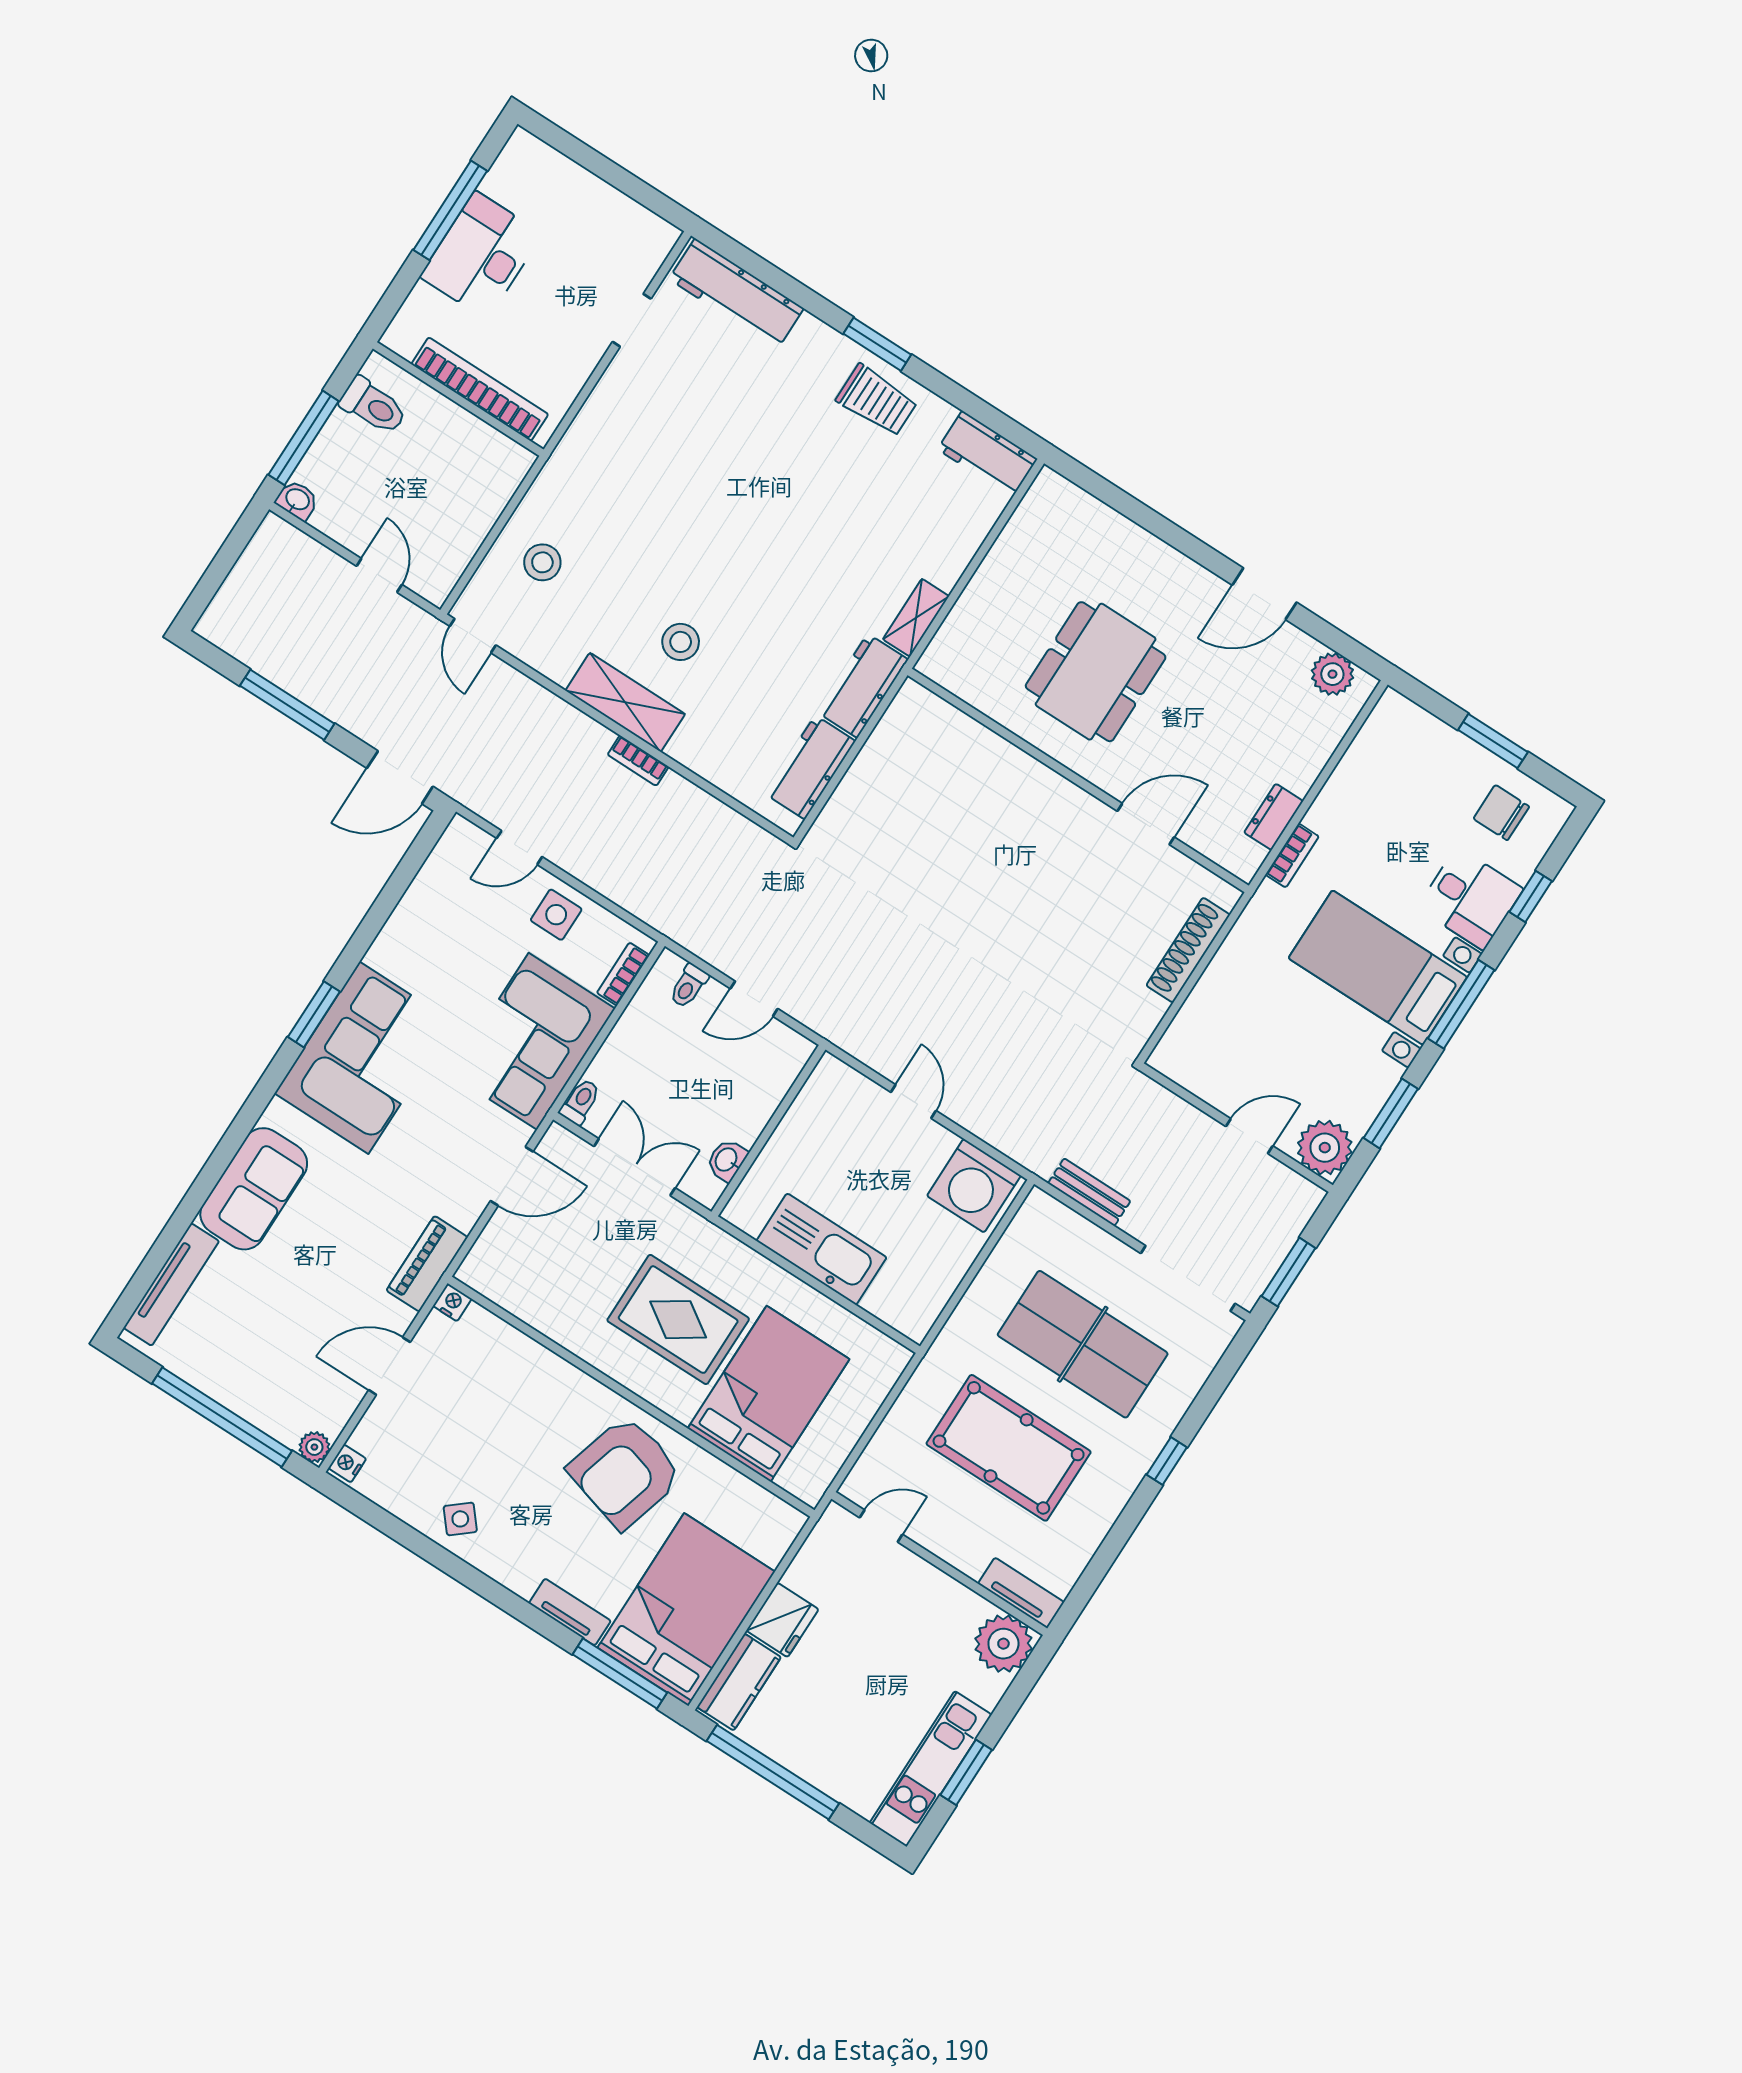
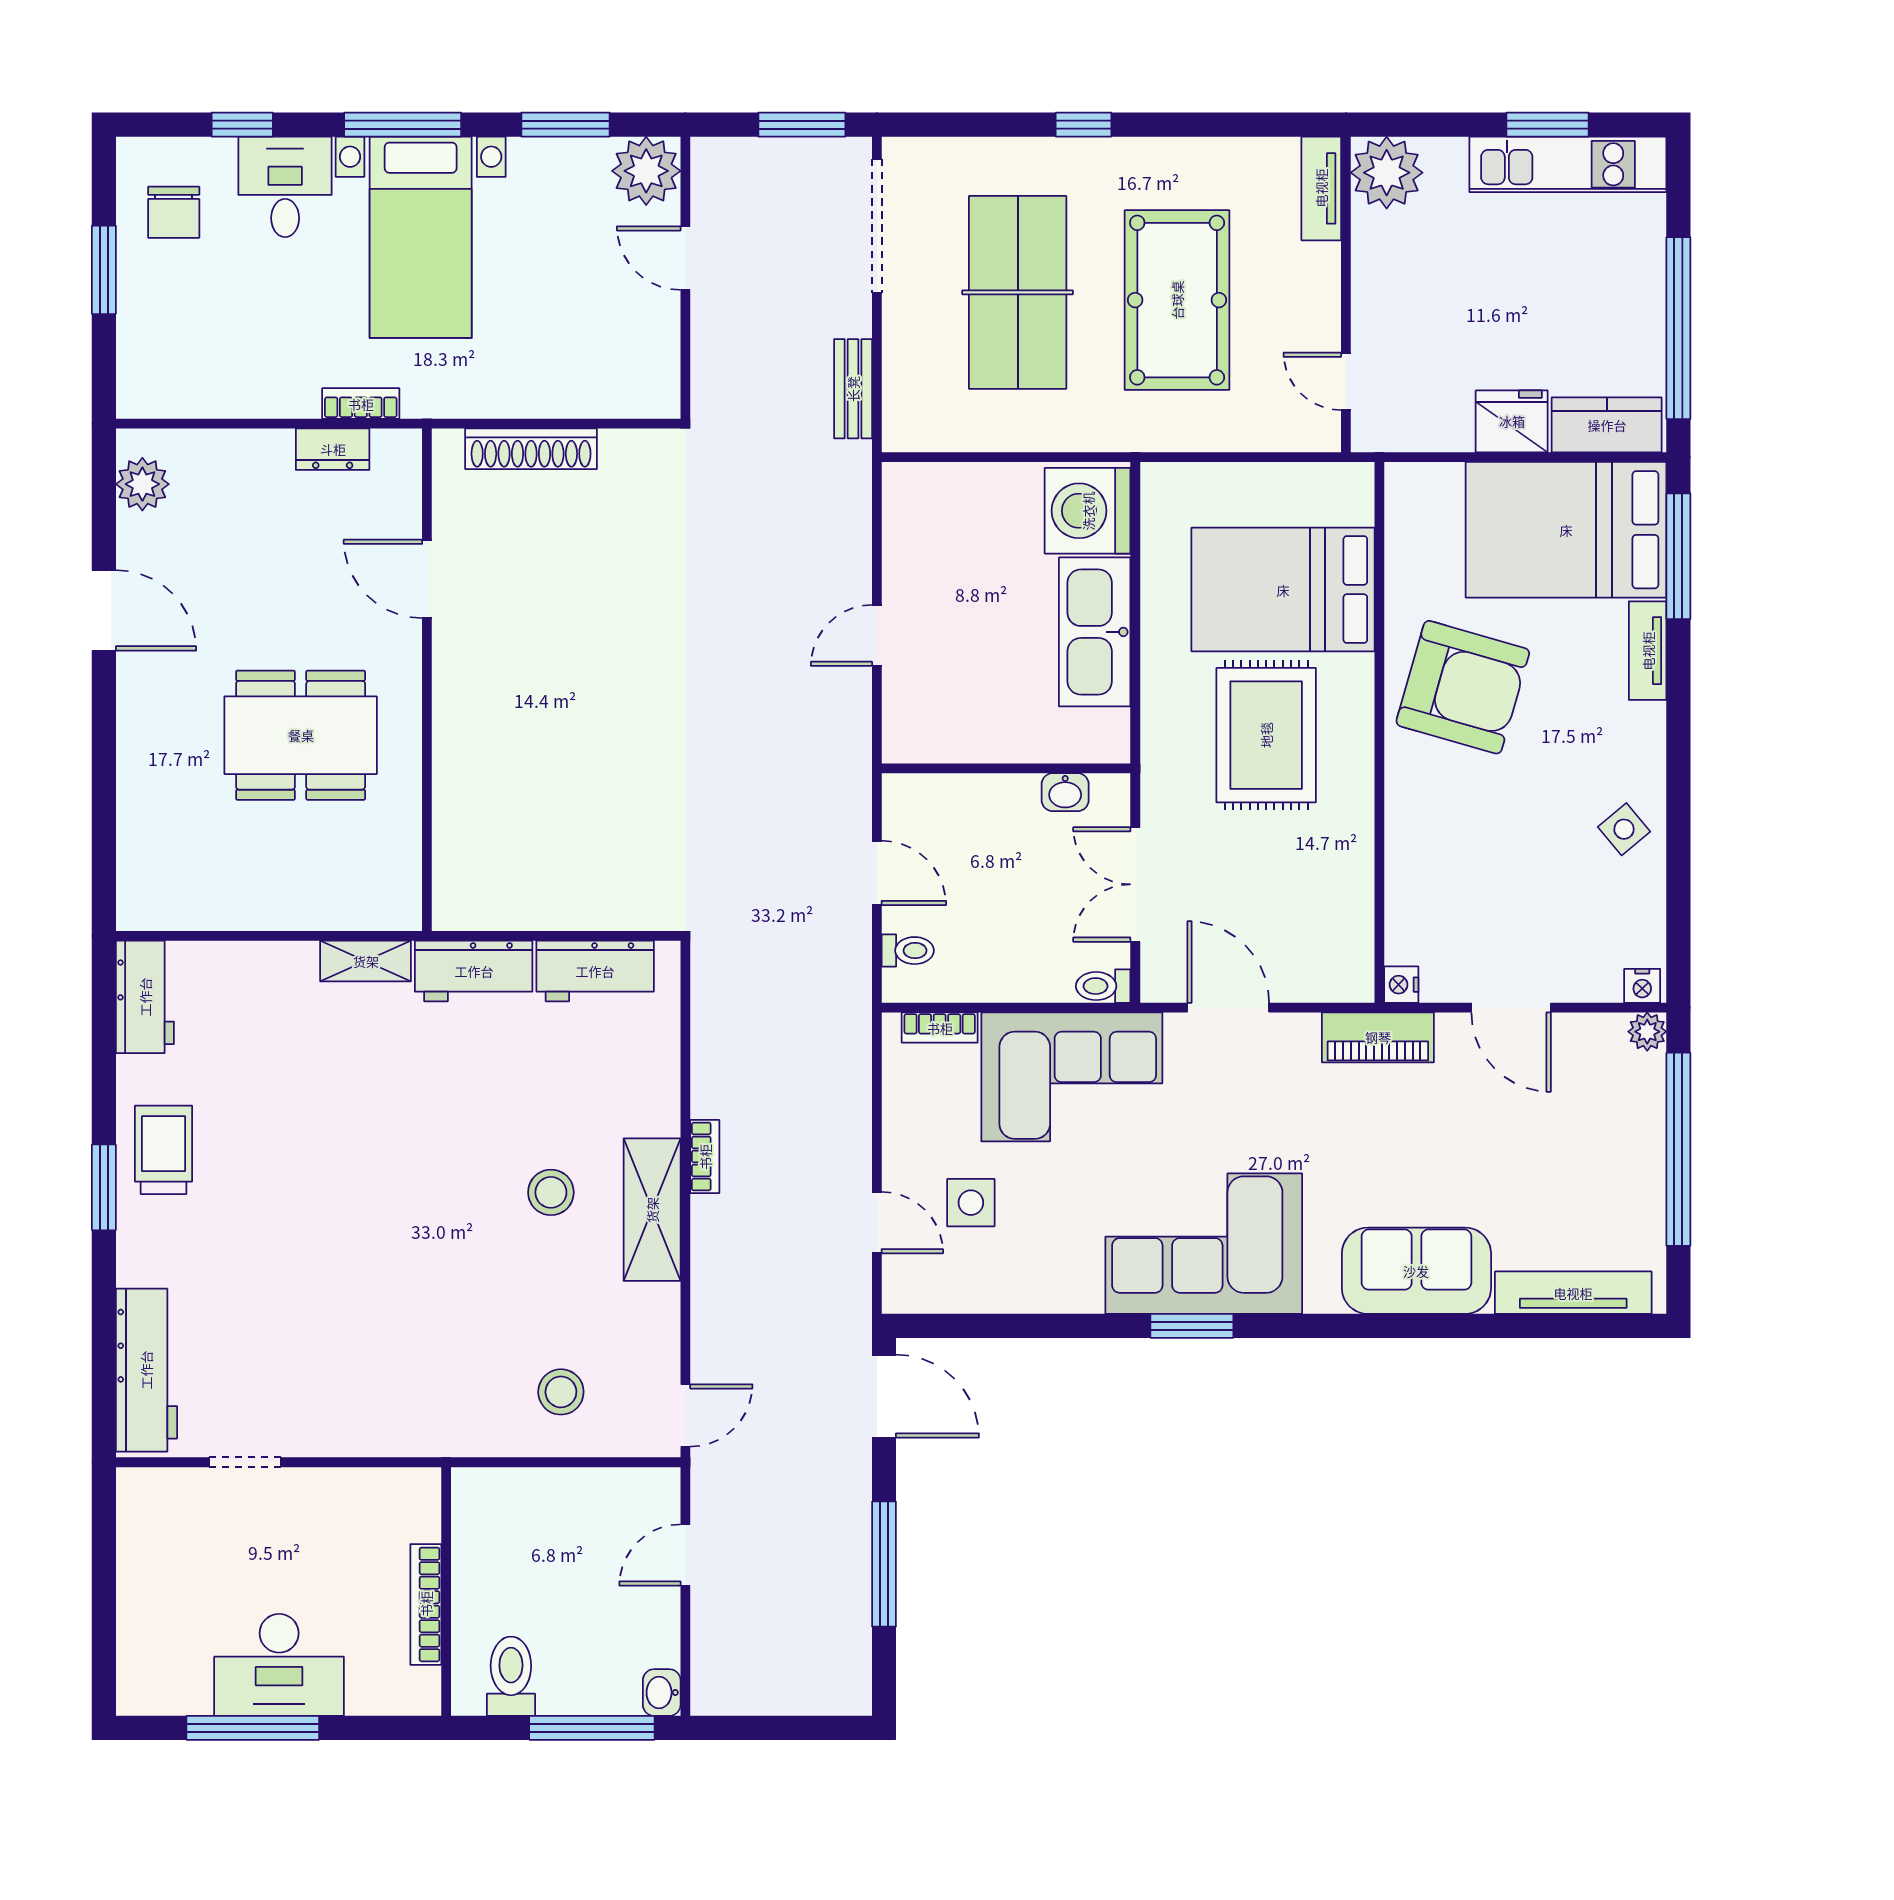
bookcase: (480, 389) -> (426, 1604), width x0.68, depth x0.76
side table: (556, 915) -> (971, 1203), moved
washing machine: (974, 1186) -> (1088, 511), moved, turned 180

